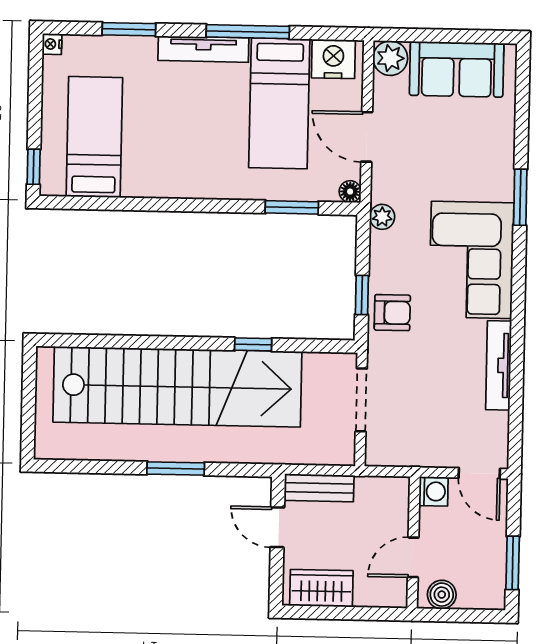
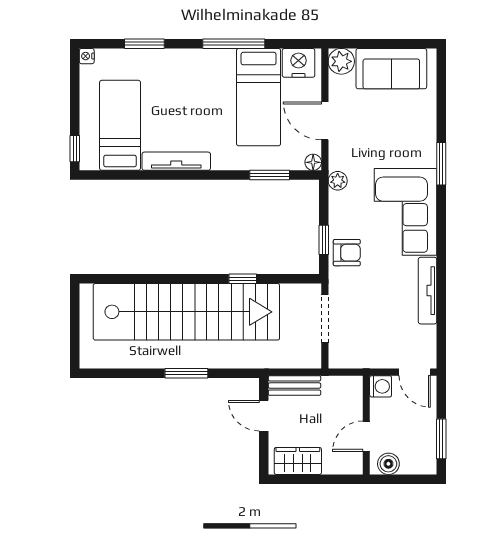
tv unit: (203, 49) -> (176, 161), moved, turned 180

